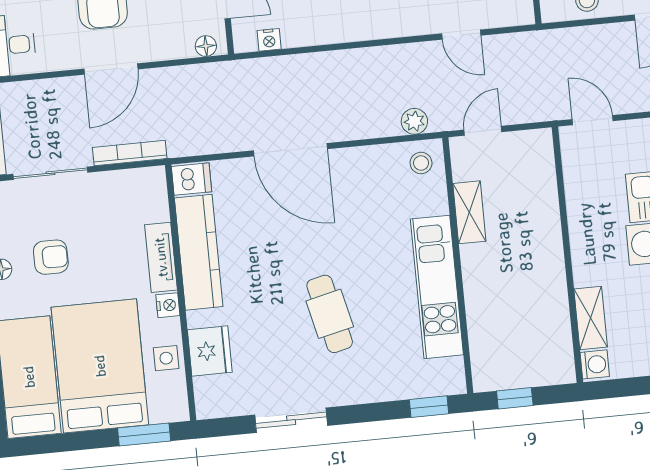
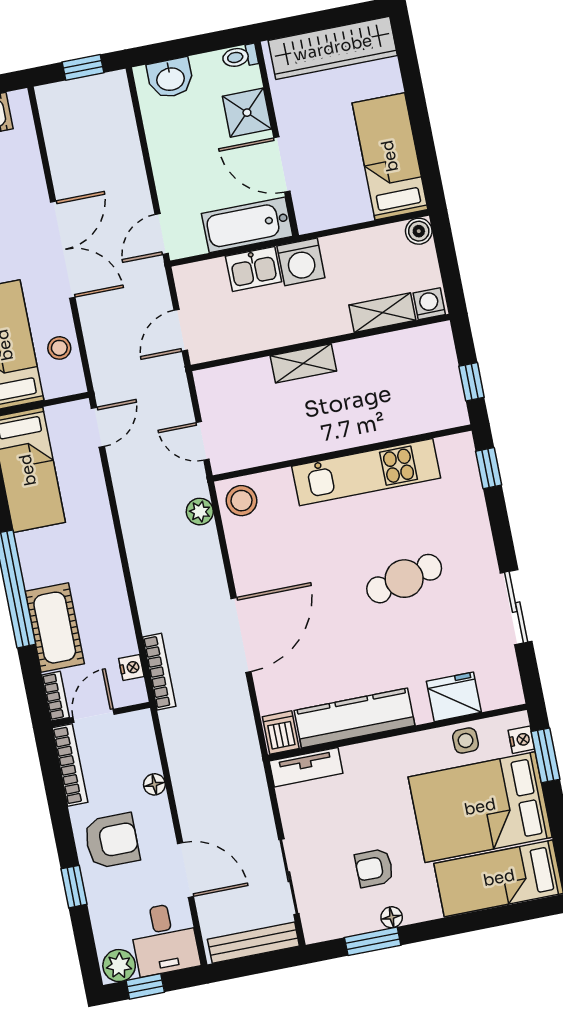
door: (461, 35) -> (98, 427), moved
floor lamp: (206, 46) -> (154, 784), moved
door: (111, 69) -> (186, 870), moved
bookcase: (130, 153) -> (159, 672), moved, turned 180
stool: (421, 163) -> (242, 501), width x1.37, depth x1.37
shelving: (469, 212) -> (303, 363), moved
armchair: (51, 257) -> (374, 868), turned -90
tv unit: (161, 257) -> (306, 767), moved
nightstand: (168, 305) -> (521, 740), moved, turned 90

